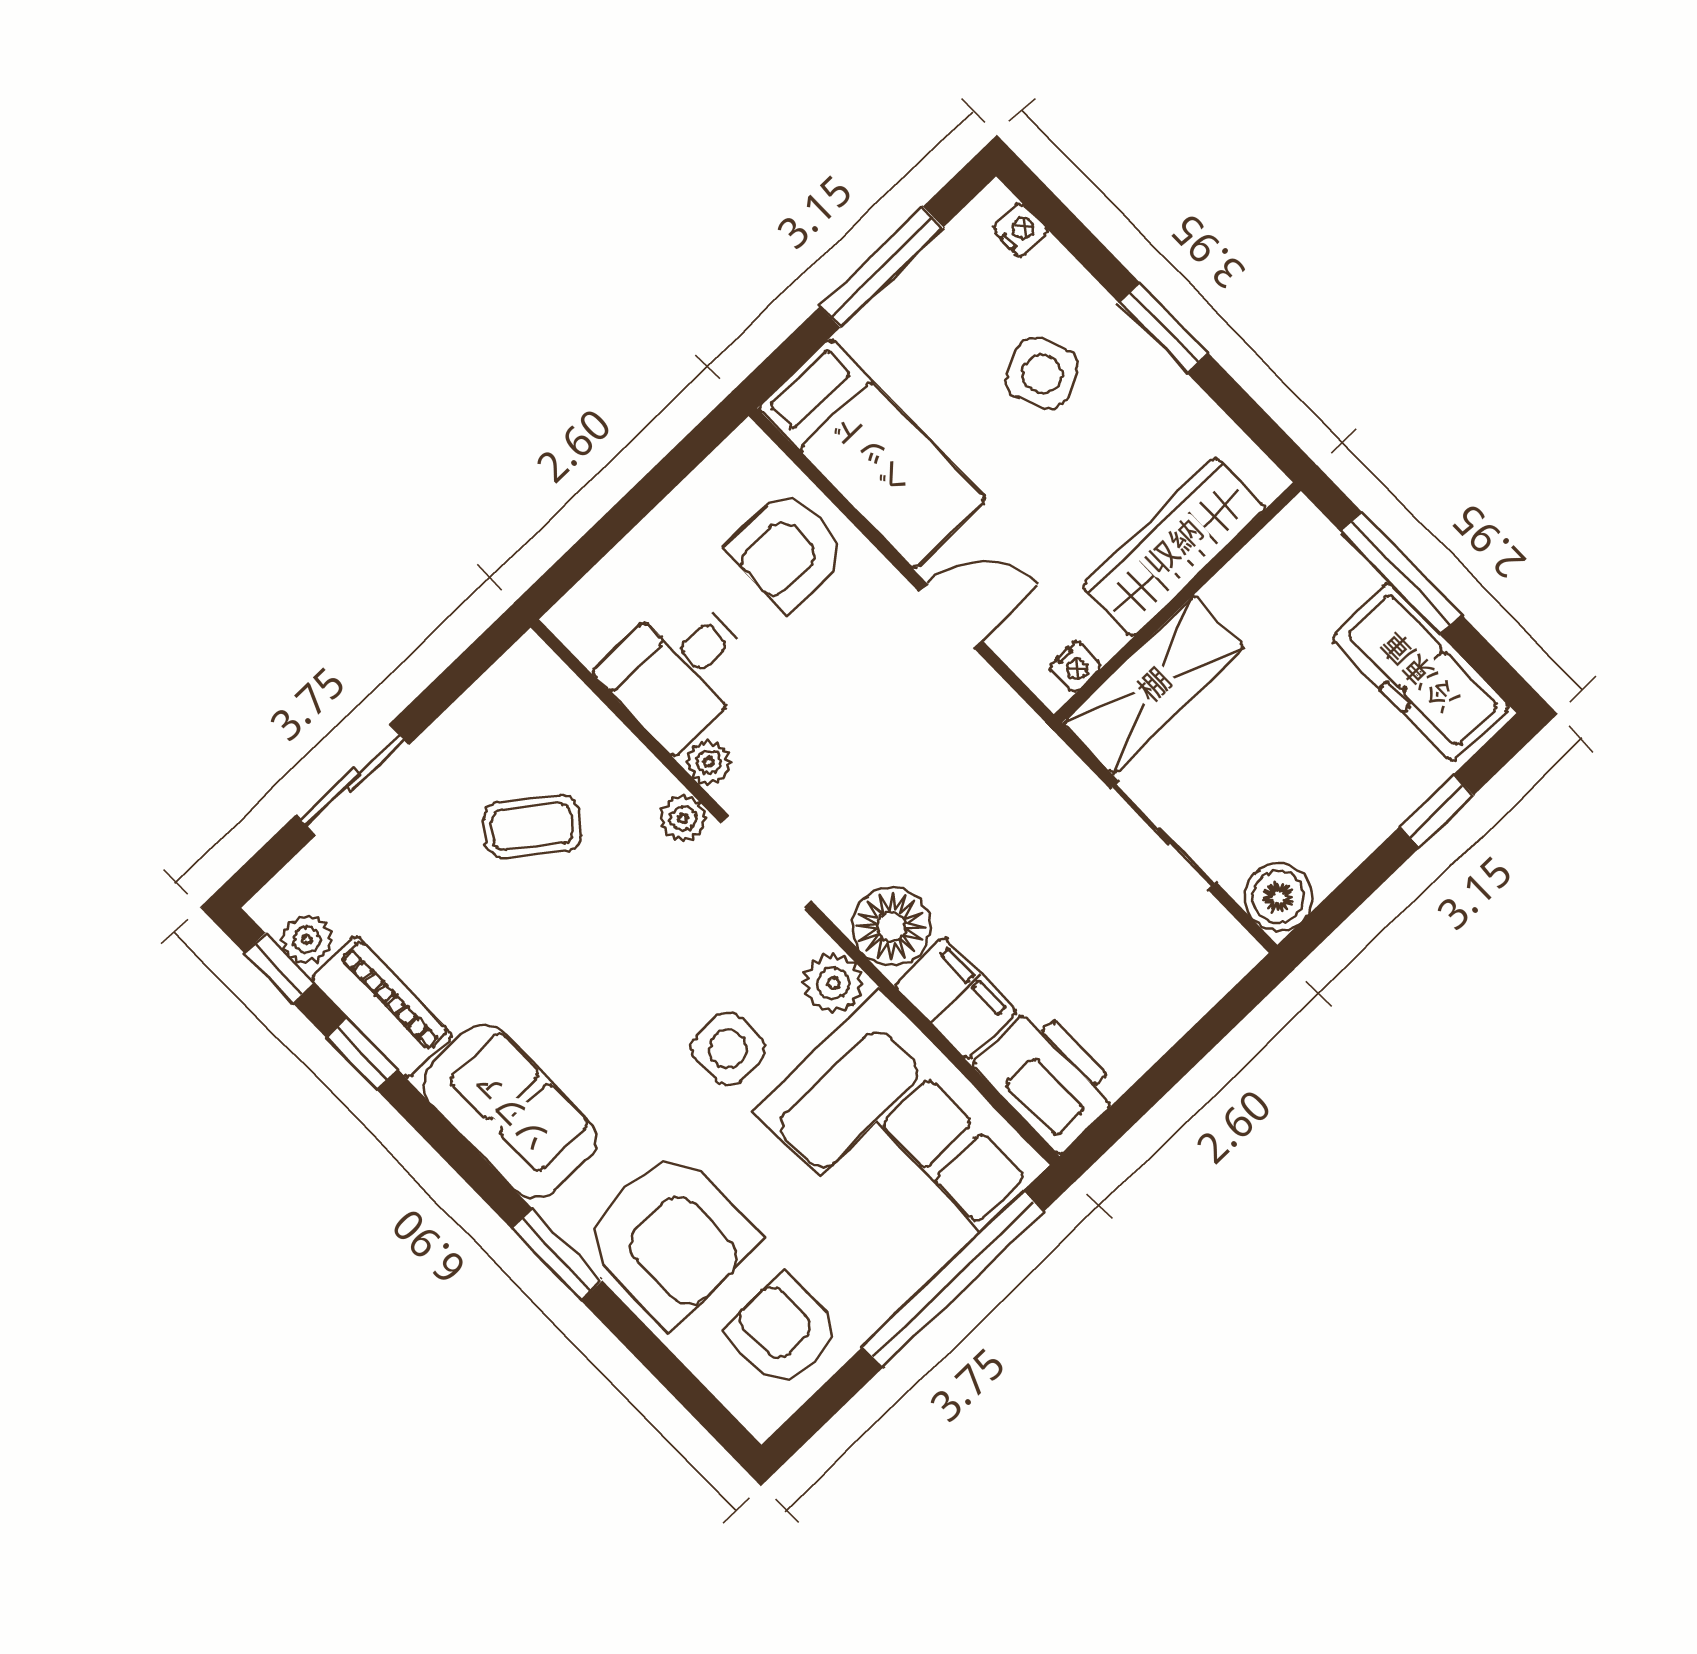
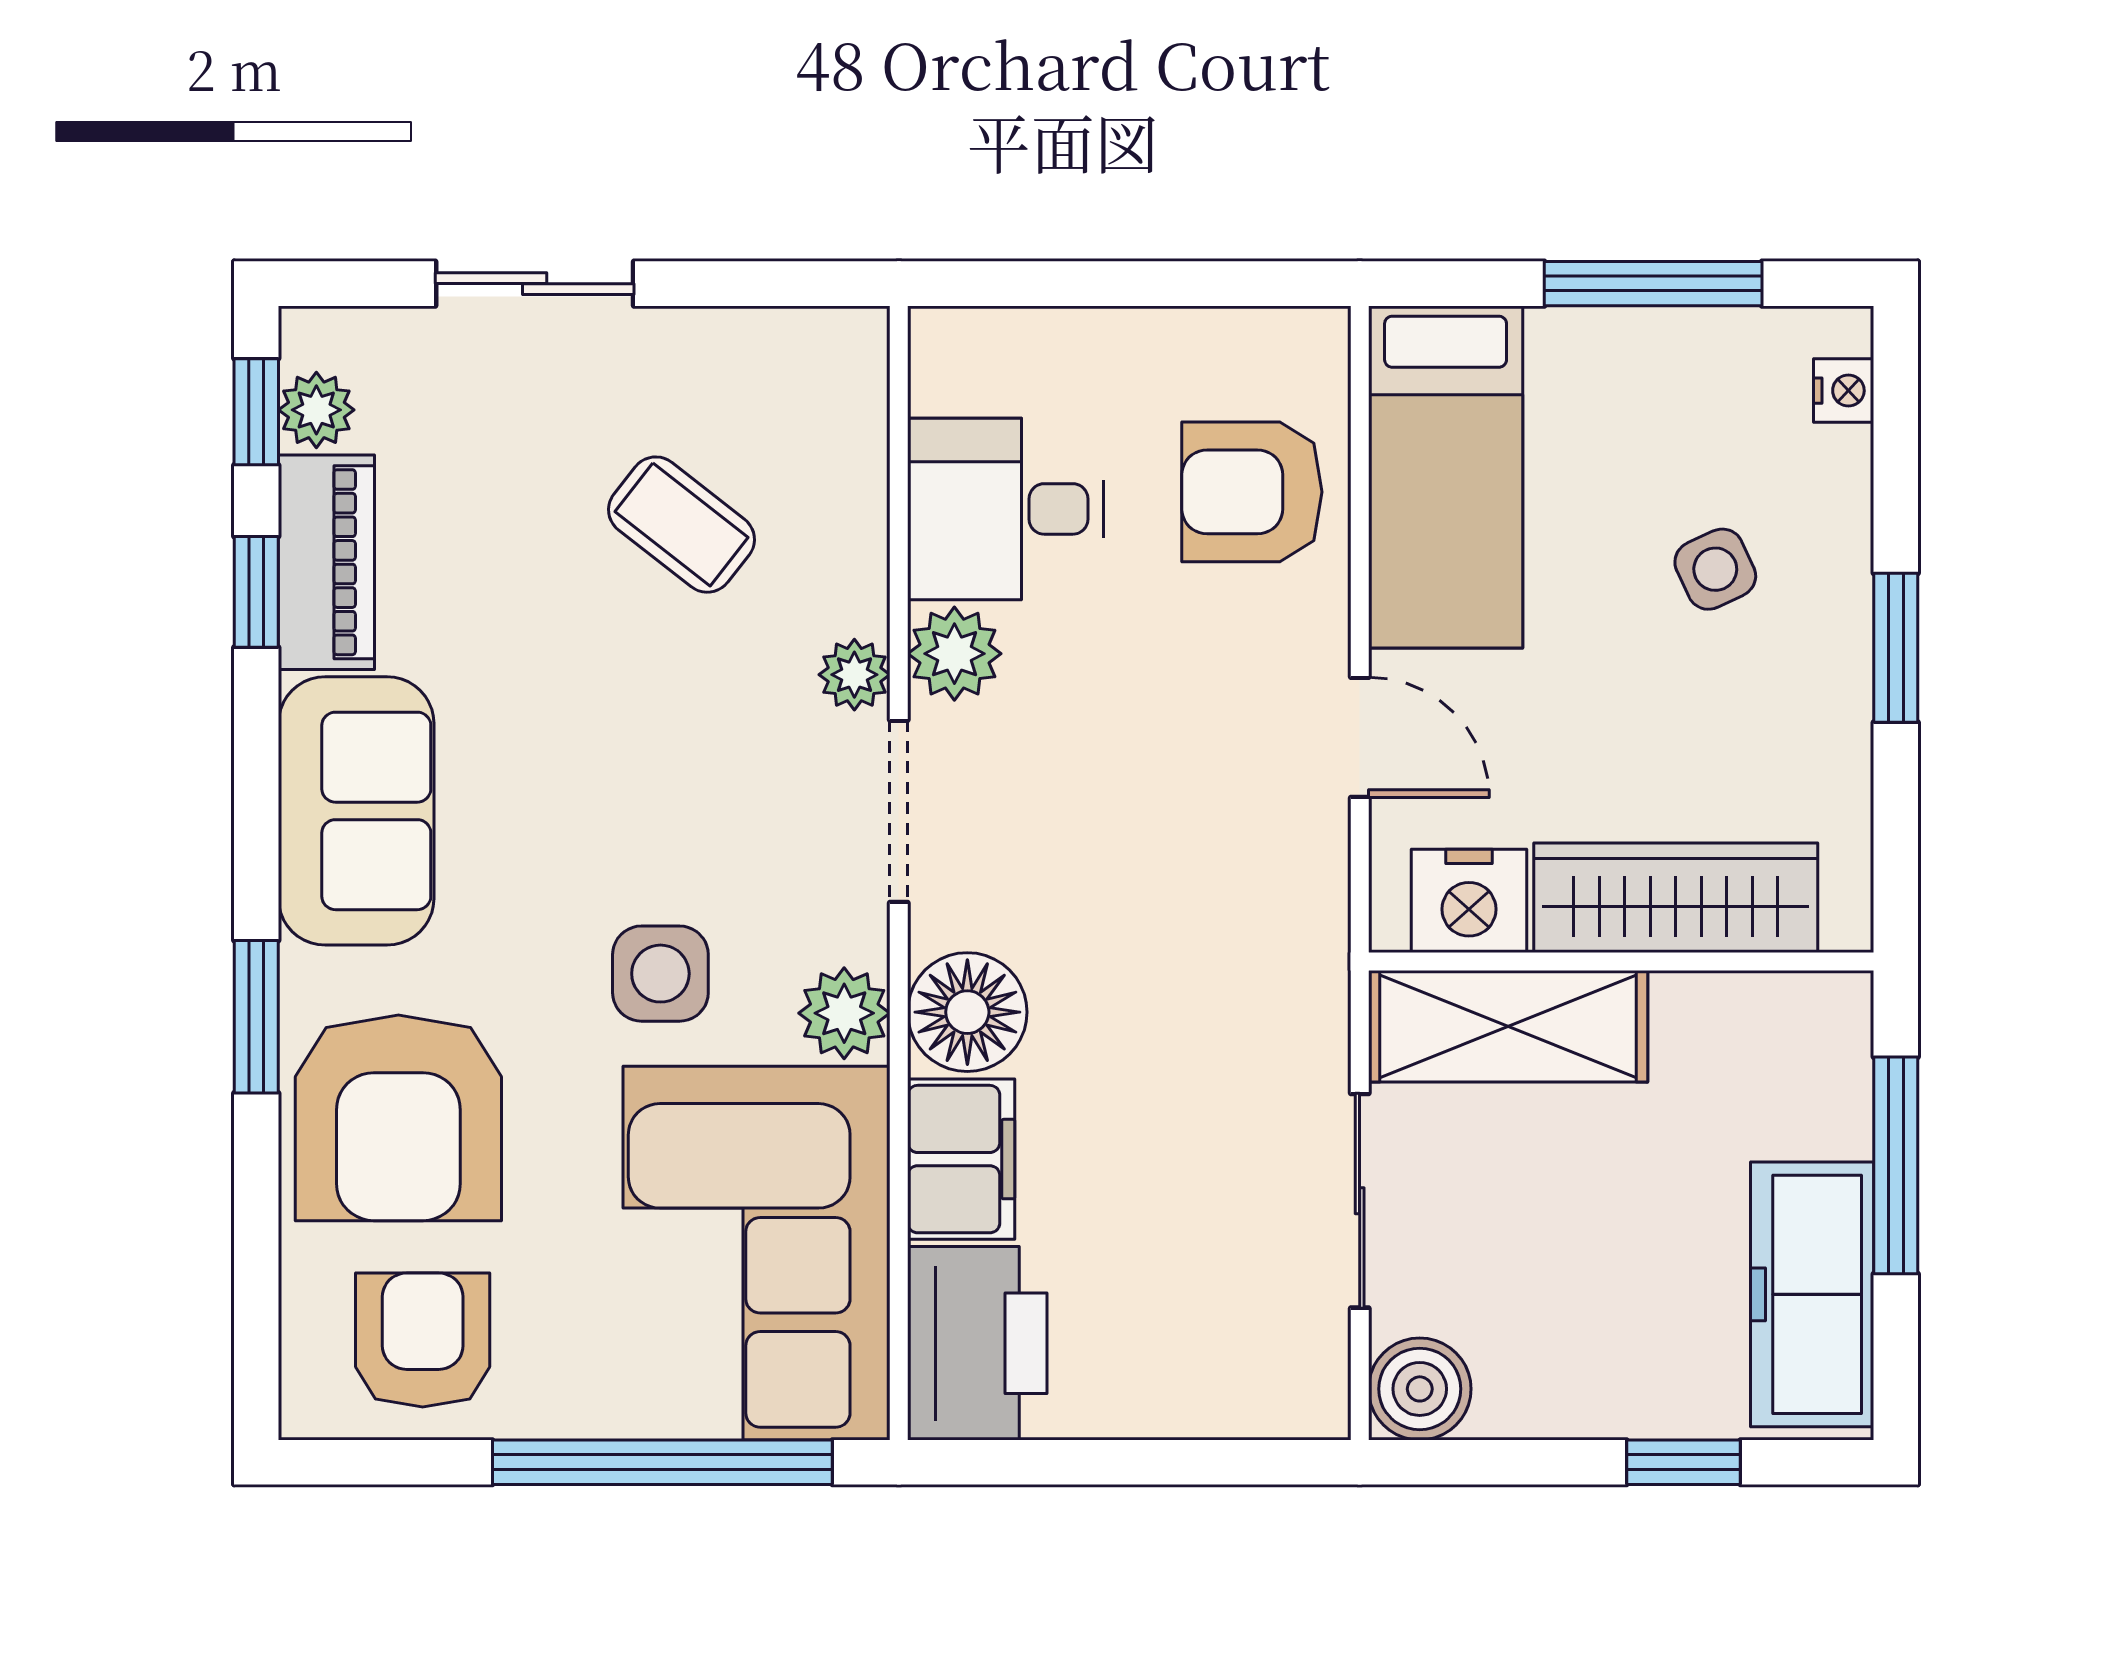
side table: (1042, 374) -> (1715, 569), width x0.73, depth x0.73
nightstand: (1075, 667) -> (1469, 901), width x1.89, depth x1.79
plant: (709, 762) -> (954, 654), width x1.38, depth x1.38

